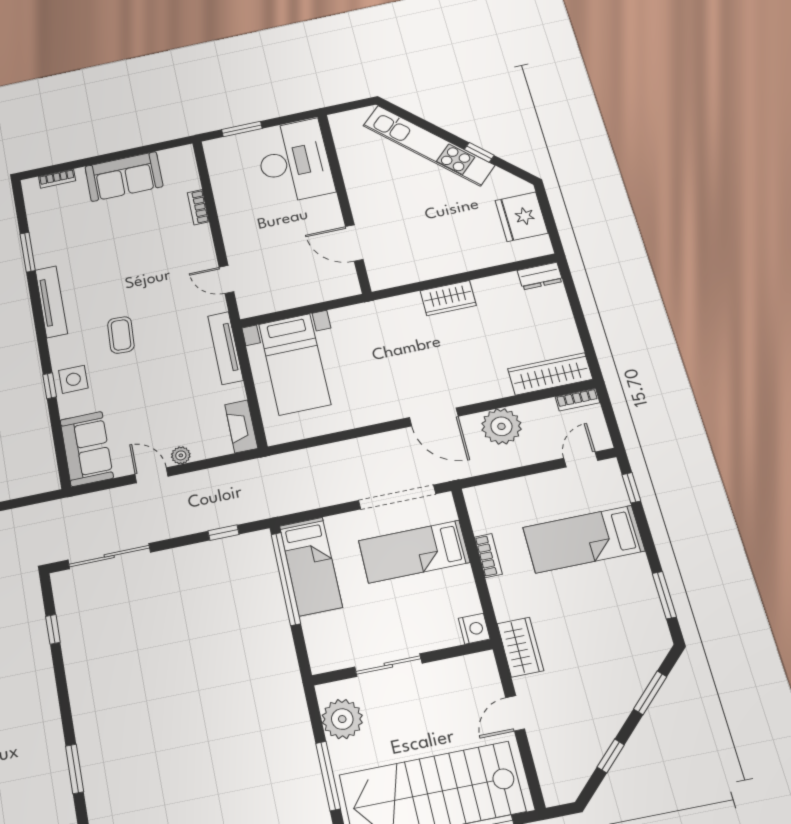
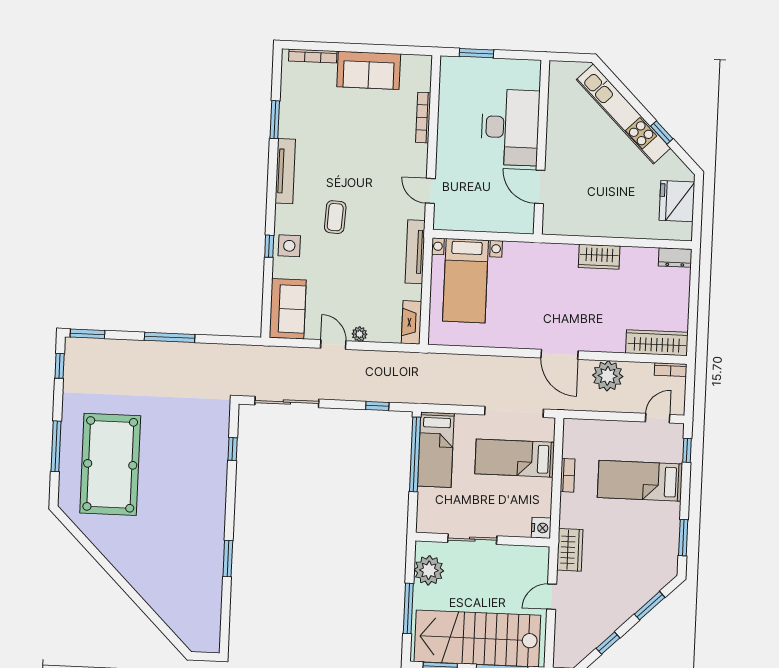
desk: (294, 161) -> (510, 127), moved
bookcase: (57, 179) -> (313, 56), width x1.56
bookcase: (198, 207) -> (423, 118), width x1.56

